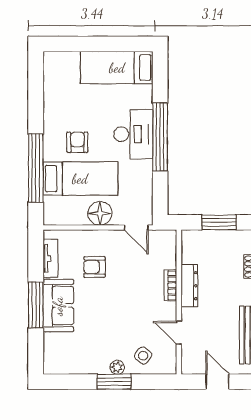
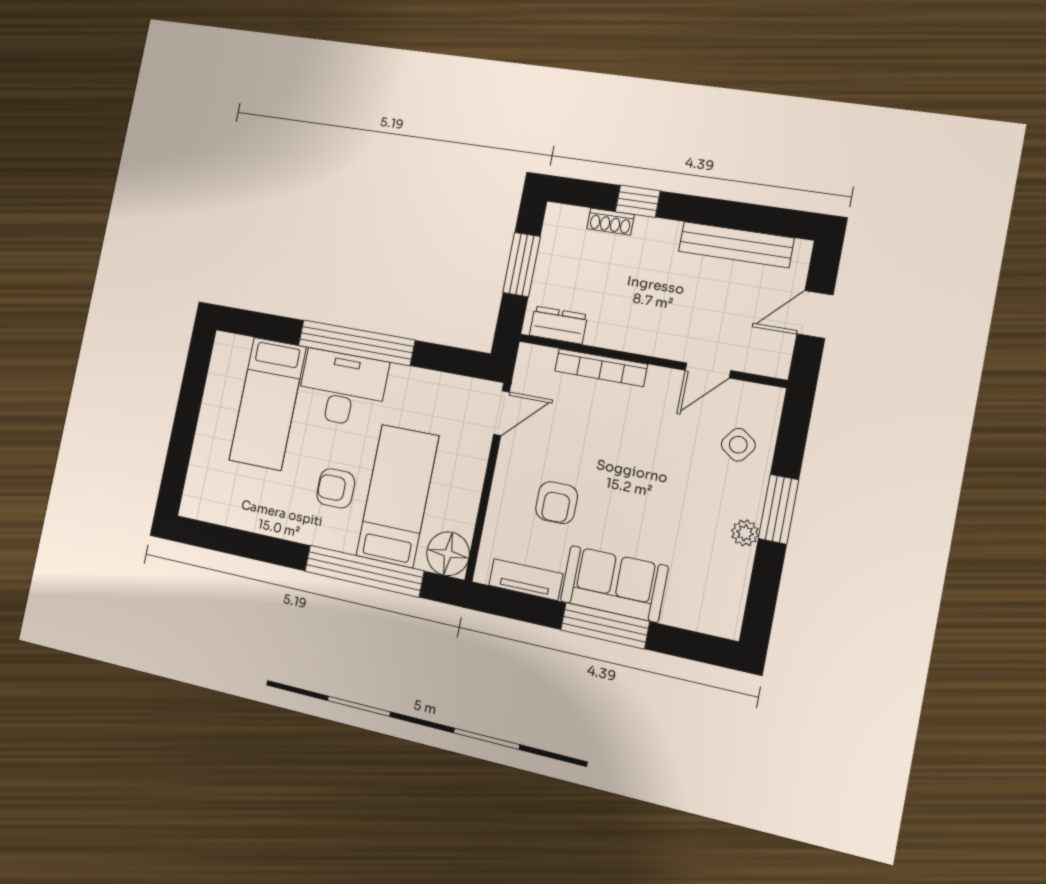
bed: (117, 68) -> (268, 404), moved
floor lamp: (100, 213) -> (448, 554), moved
bookcase: (170, 285) -> (601, 368), width x1.56
dresser: (189, 286) -> (558, 325), moved, width x0.70
plant: (117, 367) -> (745, 533), moved

